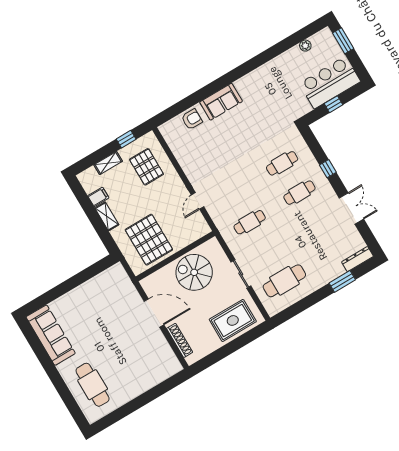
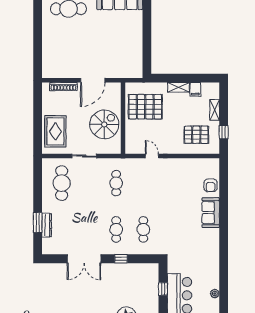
double door: (351, 208) -> (84, 259), width x1.37
dresser: (358, 259) -> (47, 225), moved

